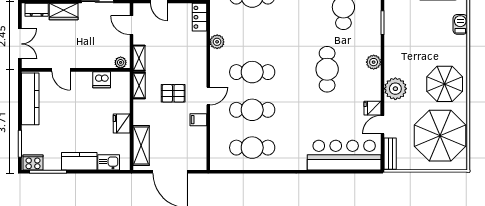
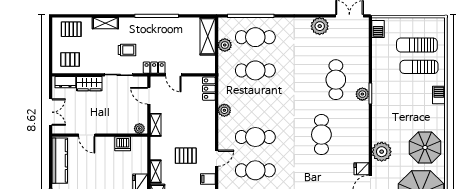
plant: (374, 62) -> (362, 94), moved
shelving: (139, 86) -> (156, 172), moved

